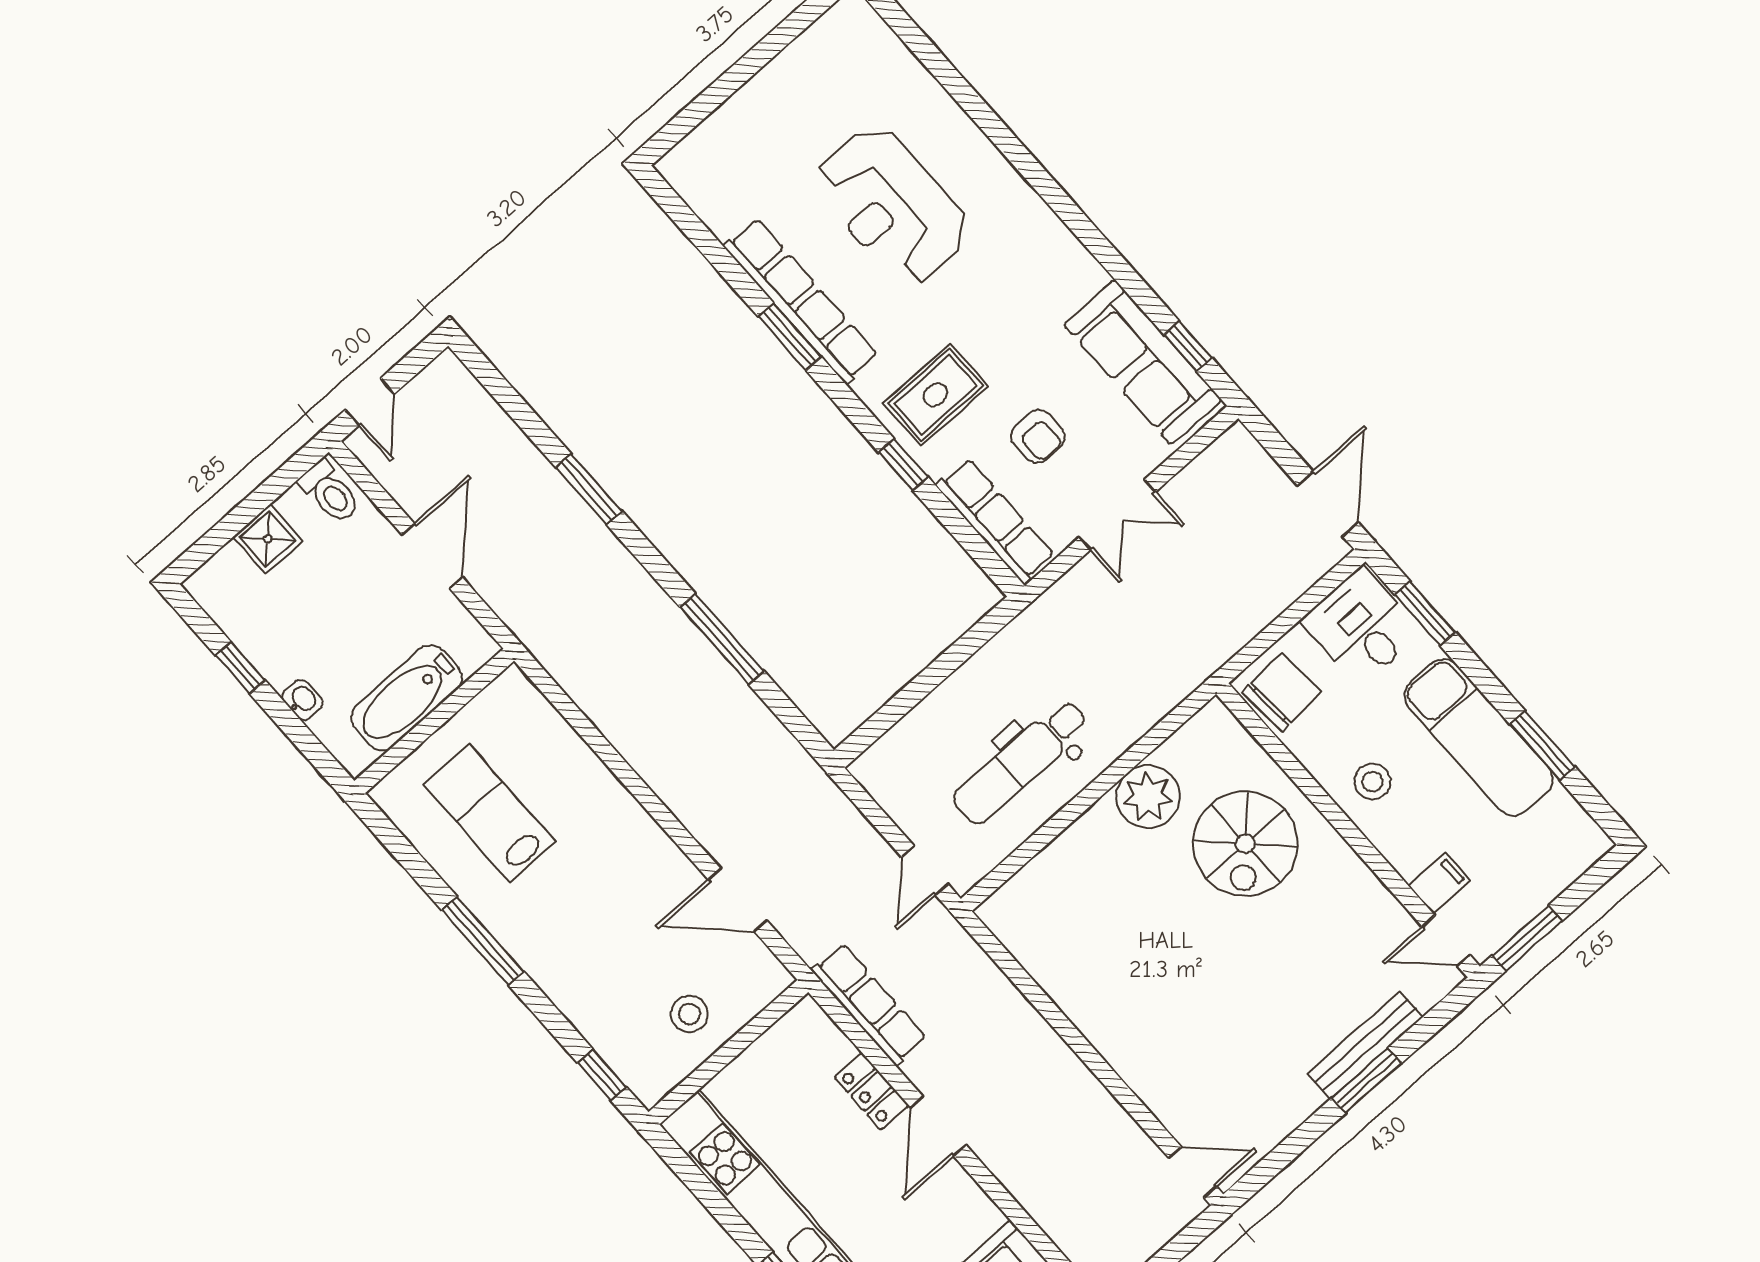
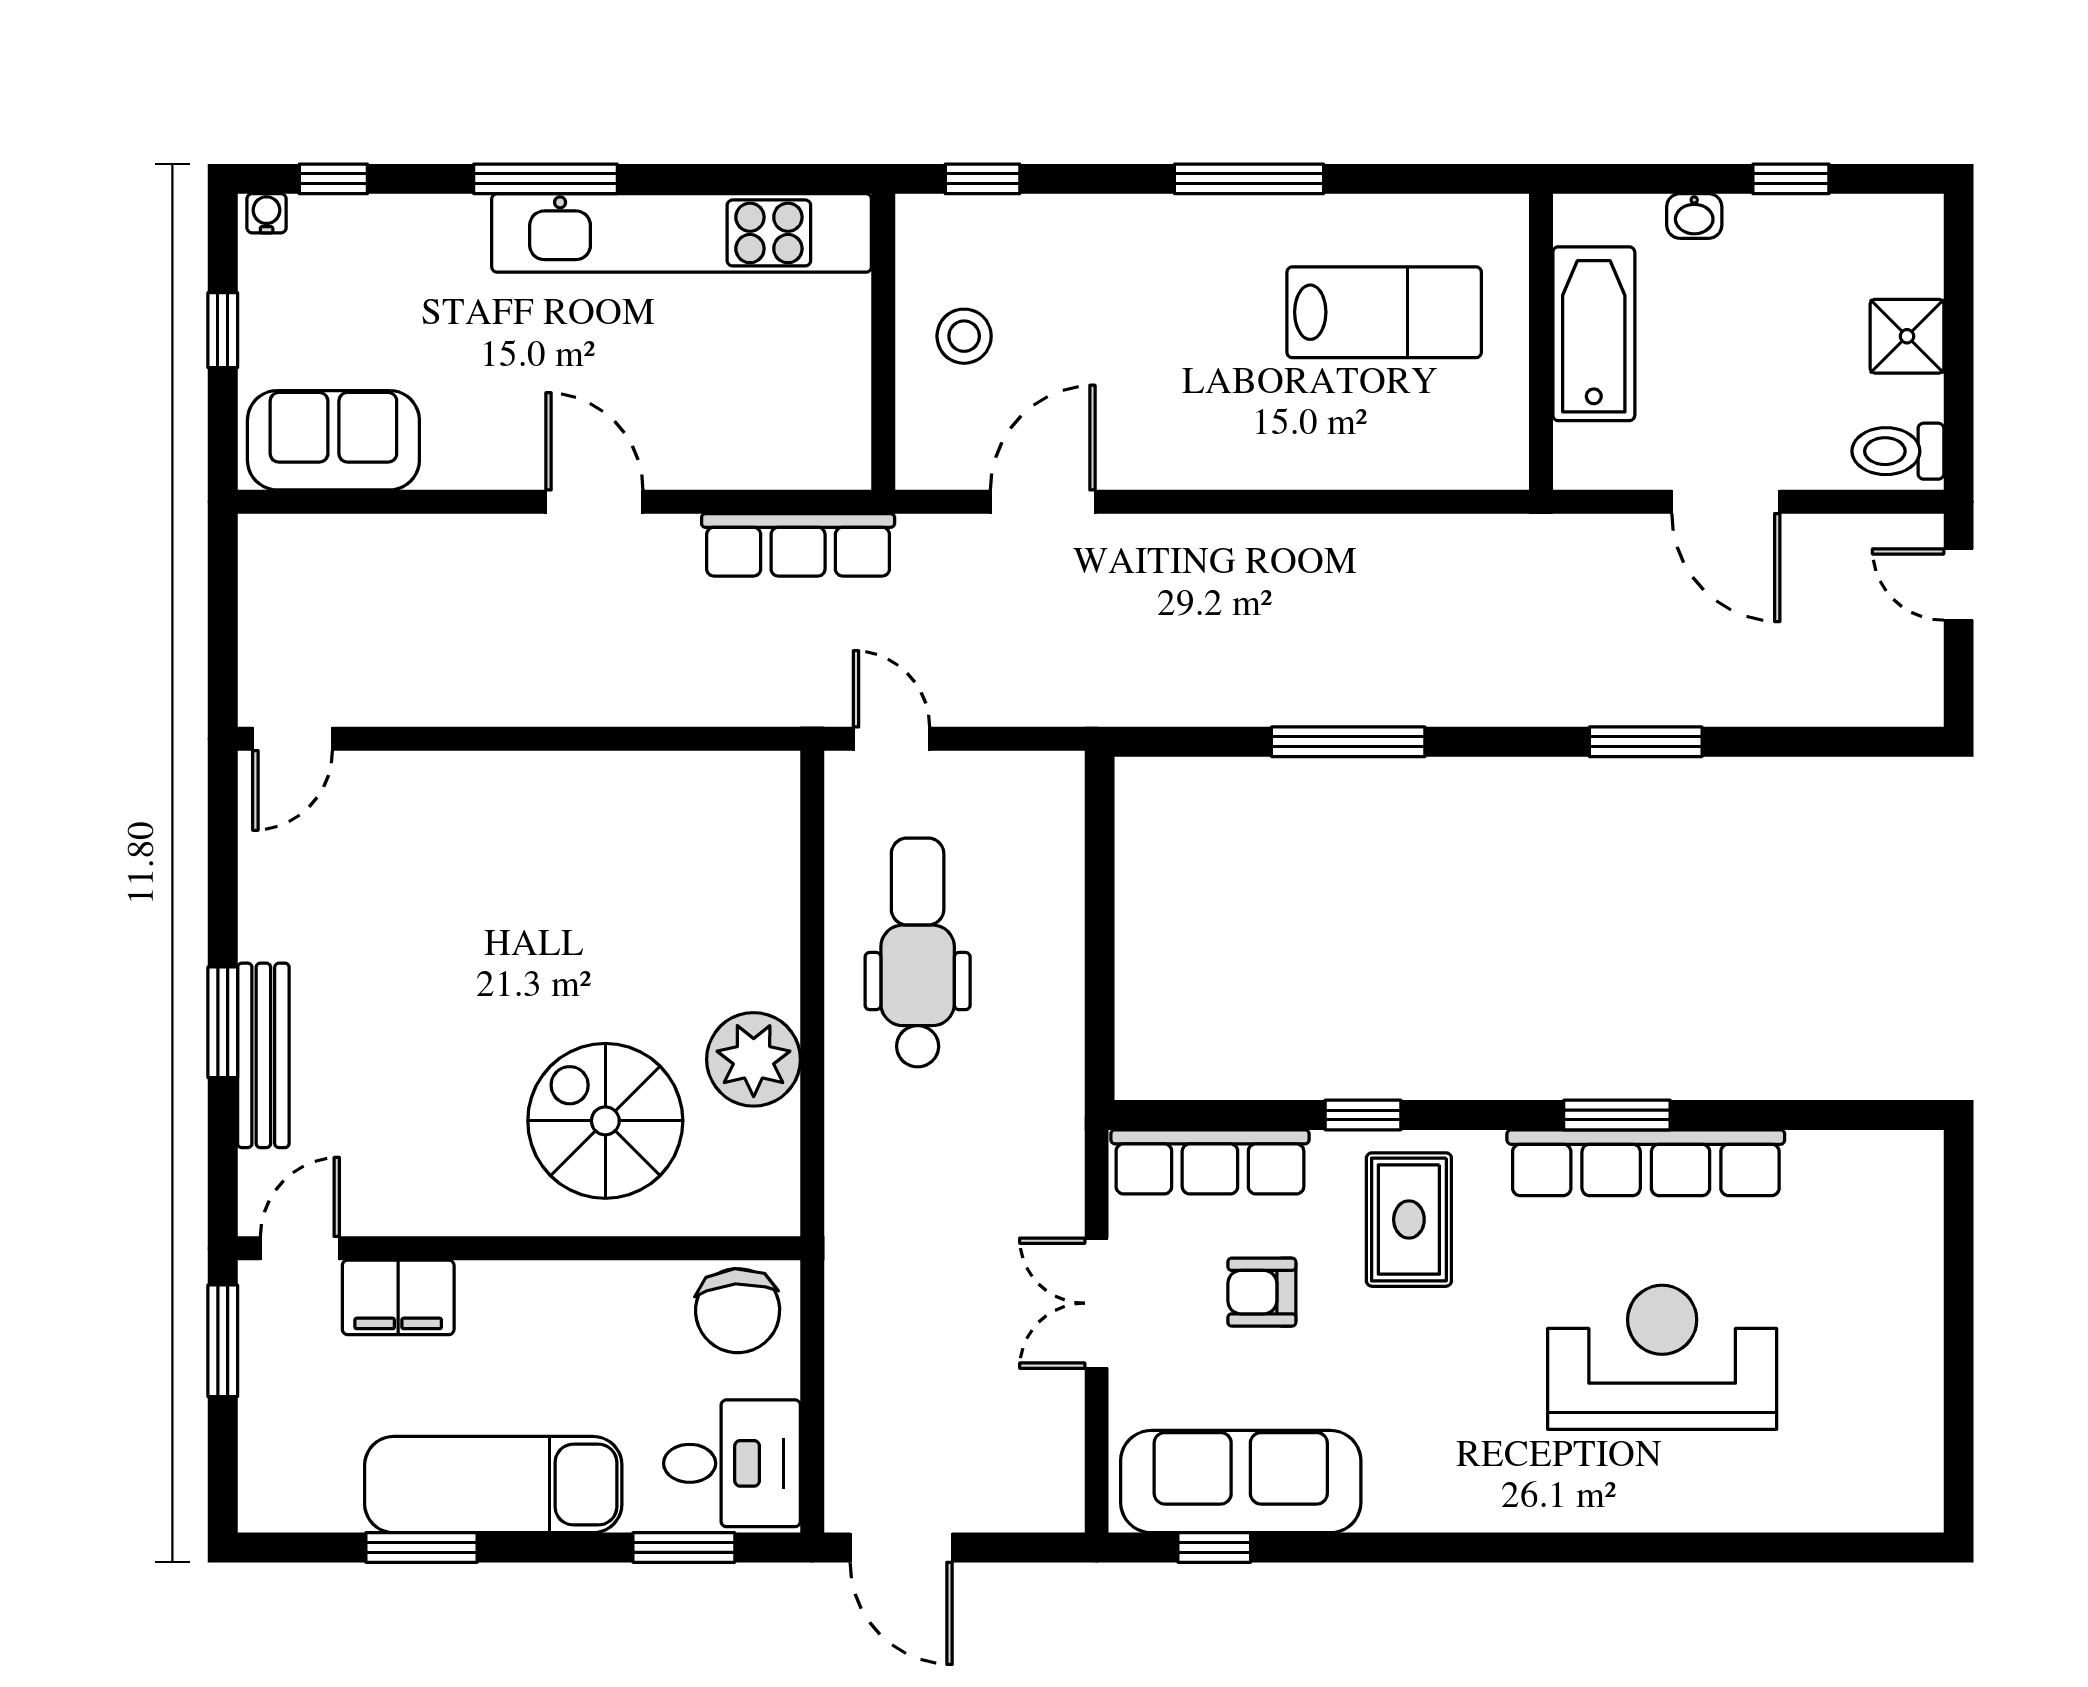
stool: (1372, 782) -> (549, 1323), removed
filing cabinet: (1439, 883) -> (398, 1297), width x2.00
locker: (871, 1091) -> (699, 462), removed

